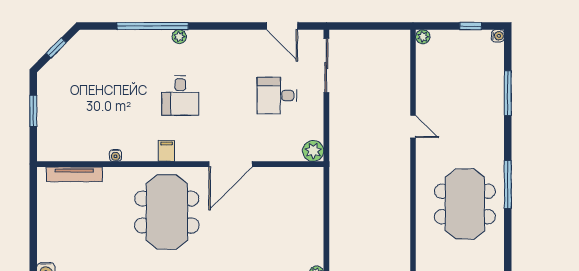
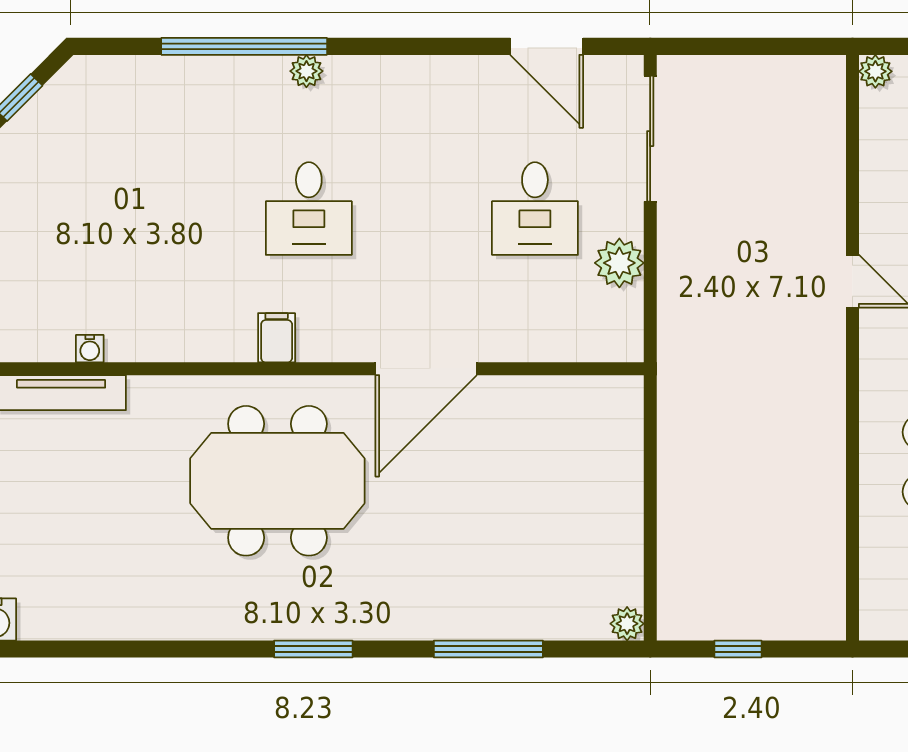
desk: (277, 95) -> (535, 209), turned -90
plant: (313, 151) -> (619, 263), moved
water cooler: (115, 155) -> (90, 349), moved
meeting table: (167, 212) -> (277, 481), turned 90

